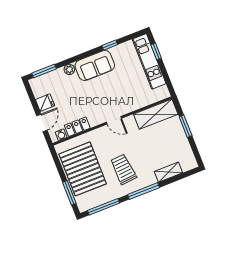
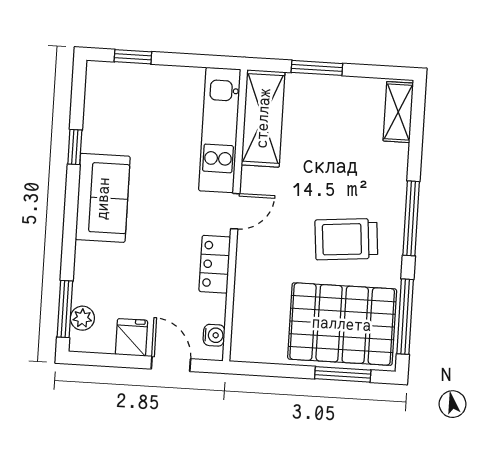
kitchen unit: (149, 61) -> (220, 130), moved, turned 90
plant: (69, 69) -> (82, 318), moved
locker: (77, 127) -> (215, 264), moved
pallet: (83, 169) -> (342, 324), moved
shelving: (168, 172) -> (398, 112), moved

